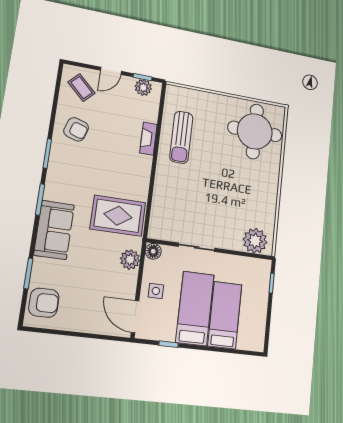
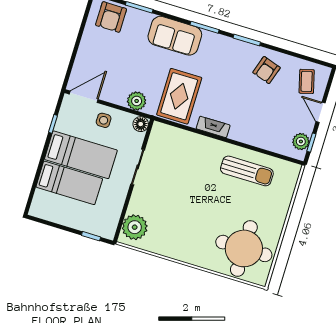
coffee table: (82, 88) -> (307, 81), turned -59
sun lounger: (181, 137) -> (247, 171), turned 180
fireplace: (148, 139) -> (213, 127), moved

